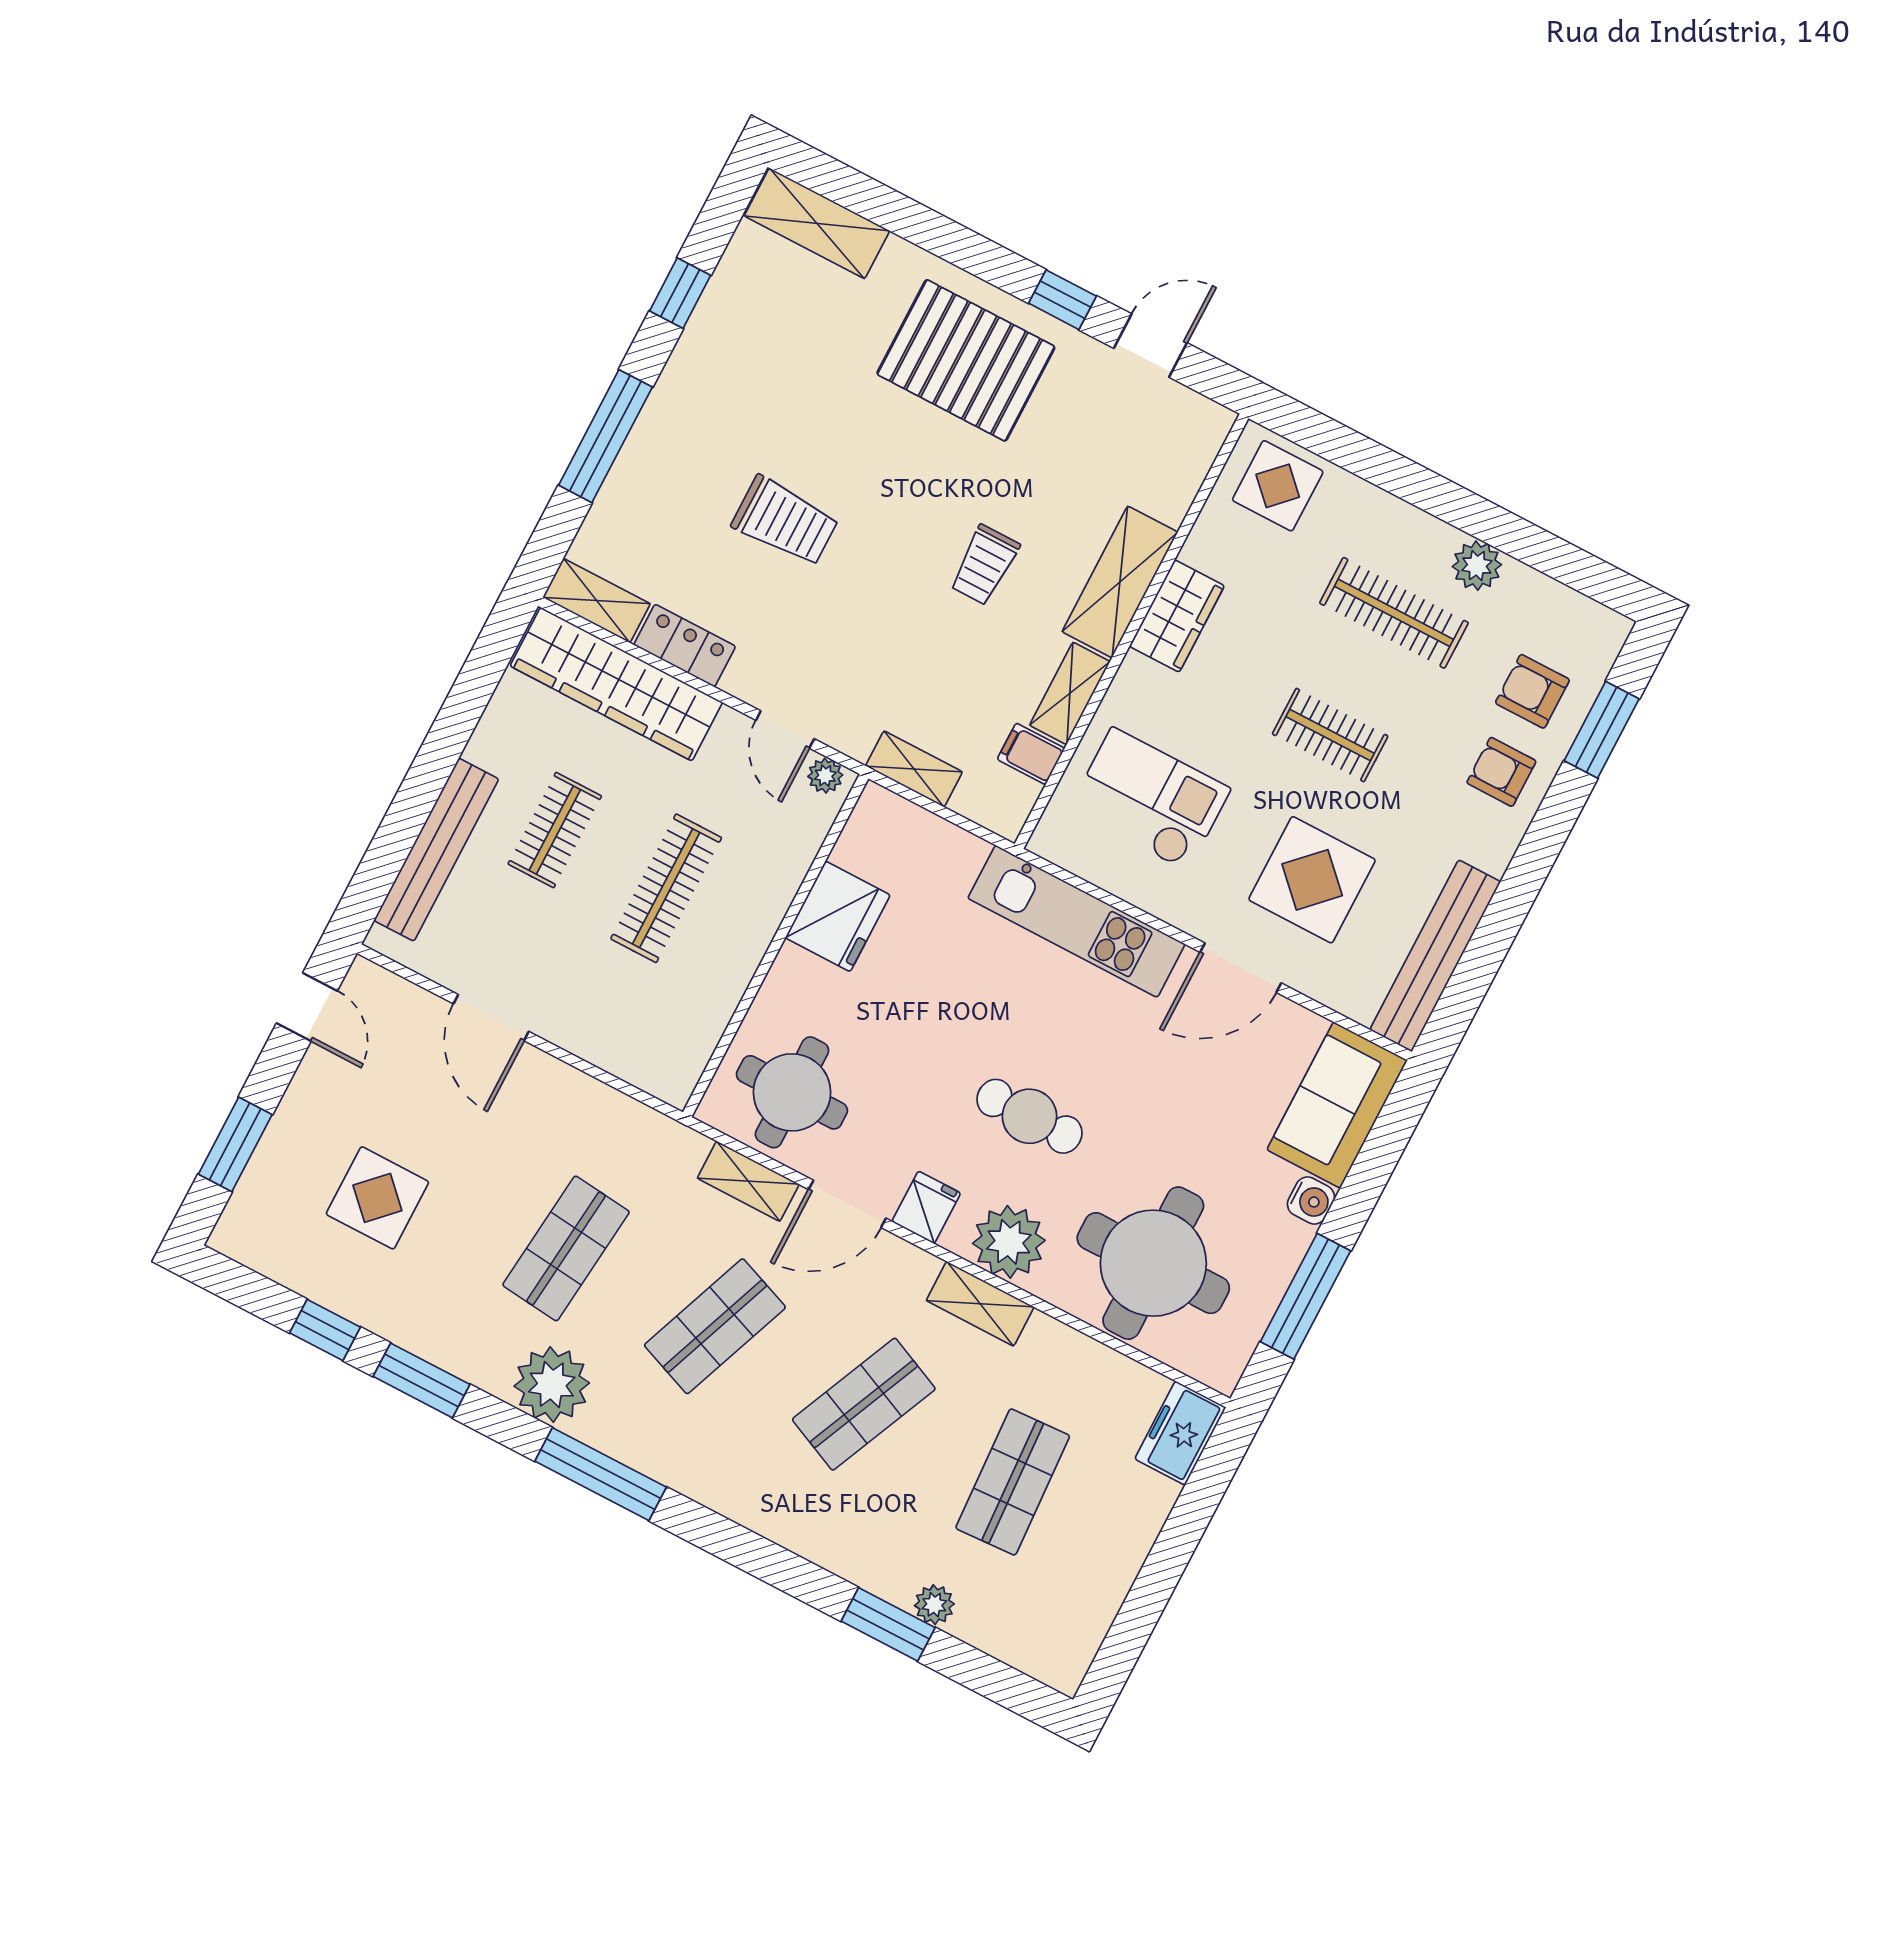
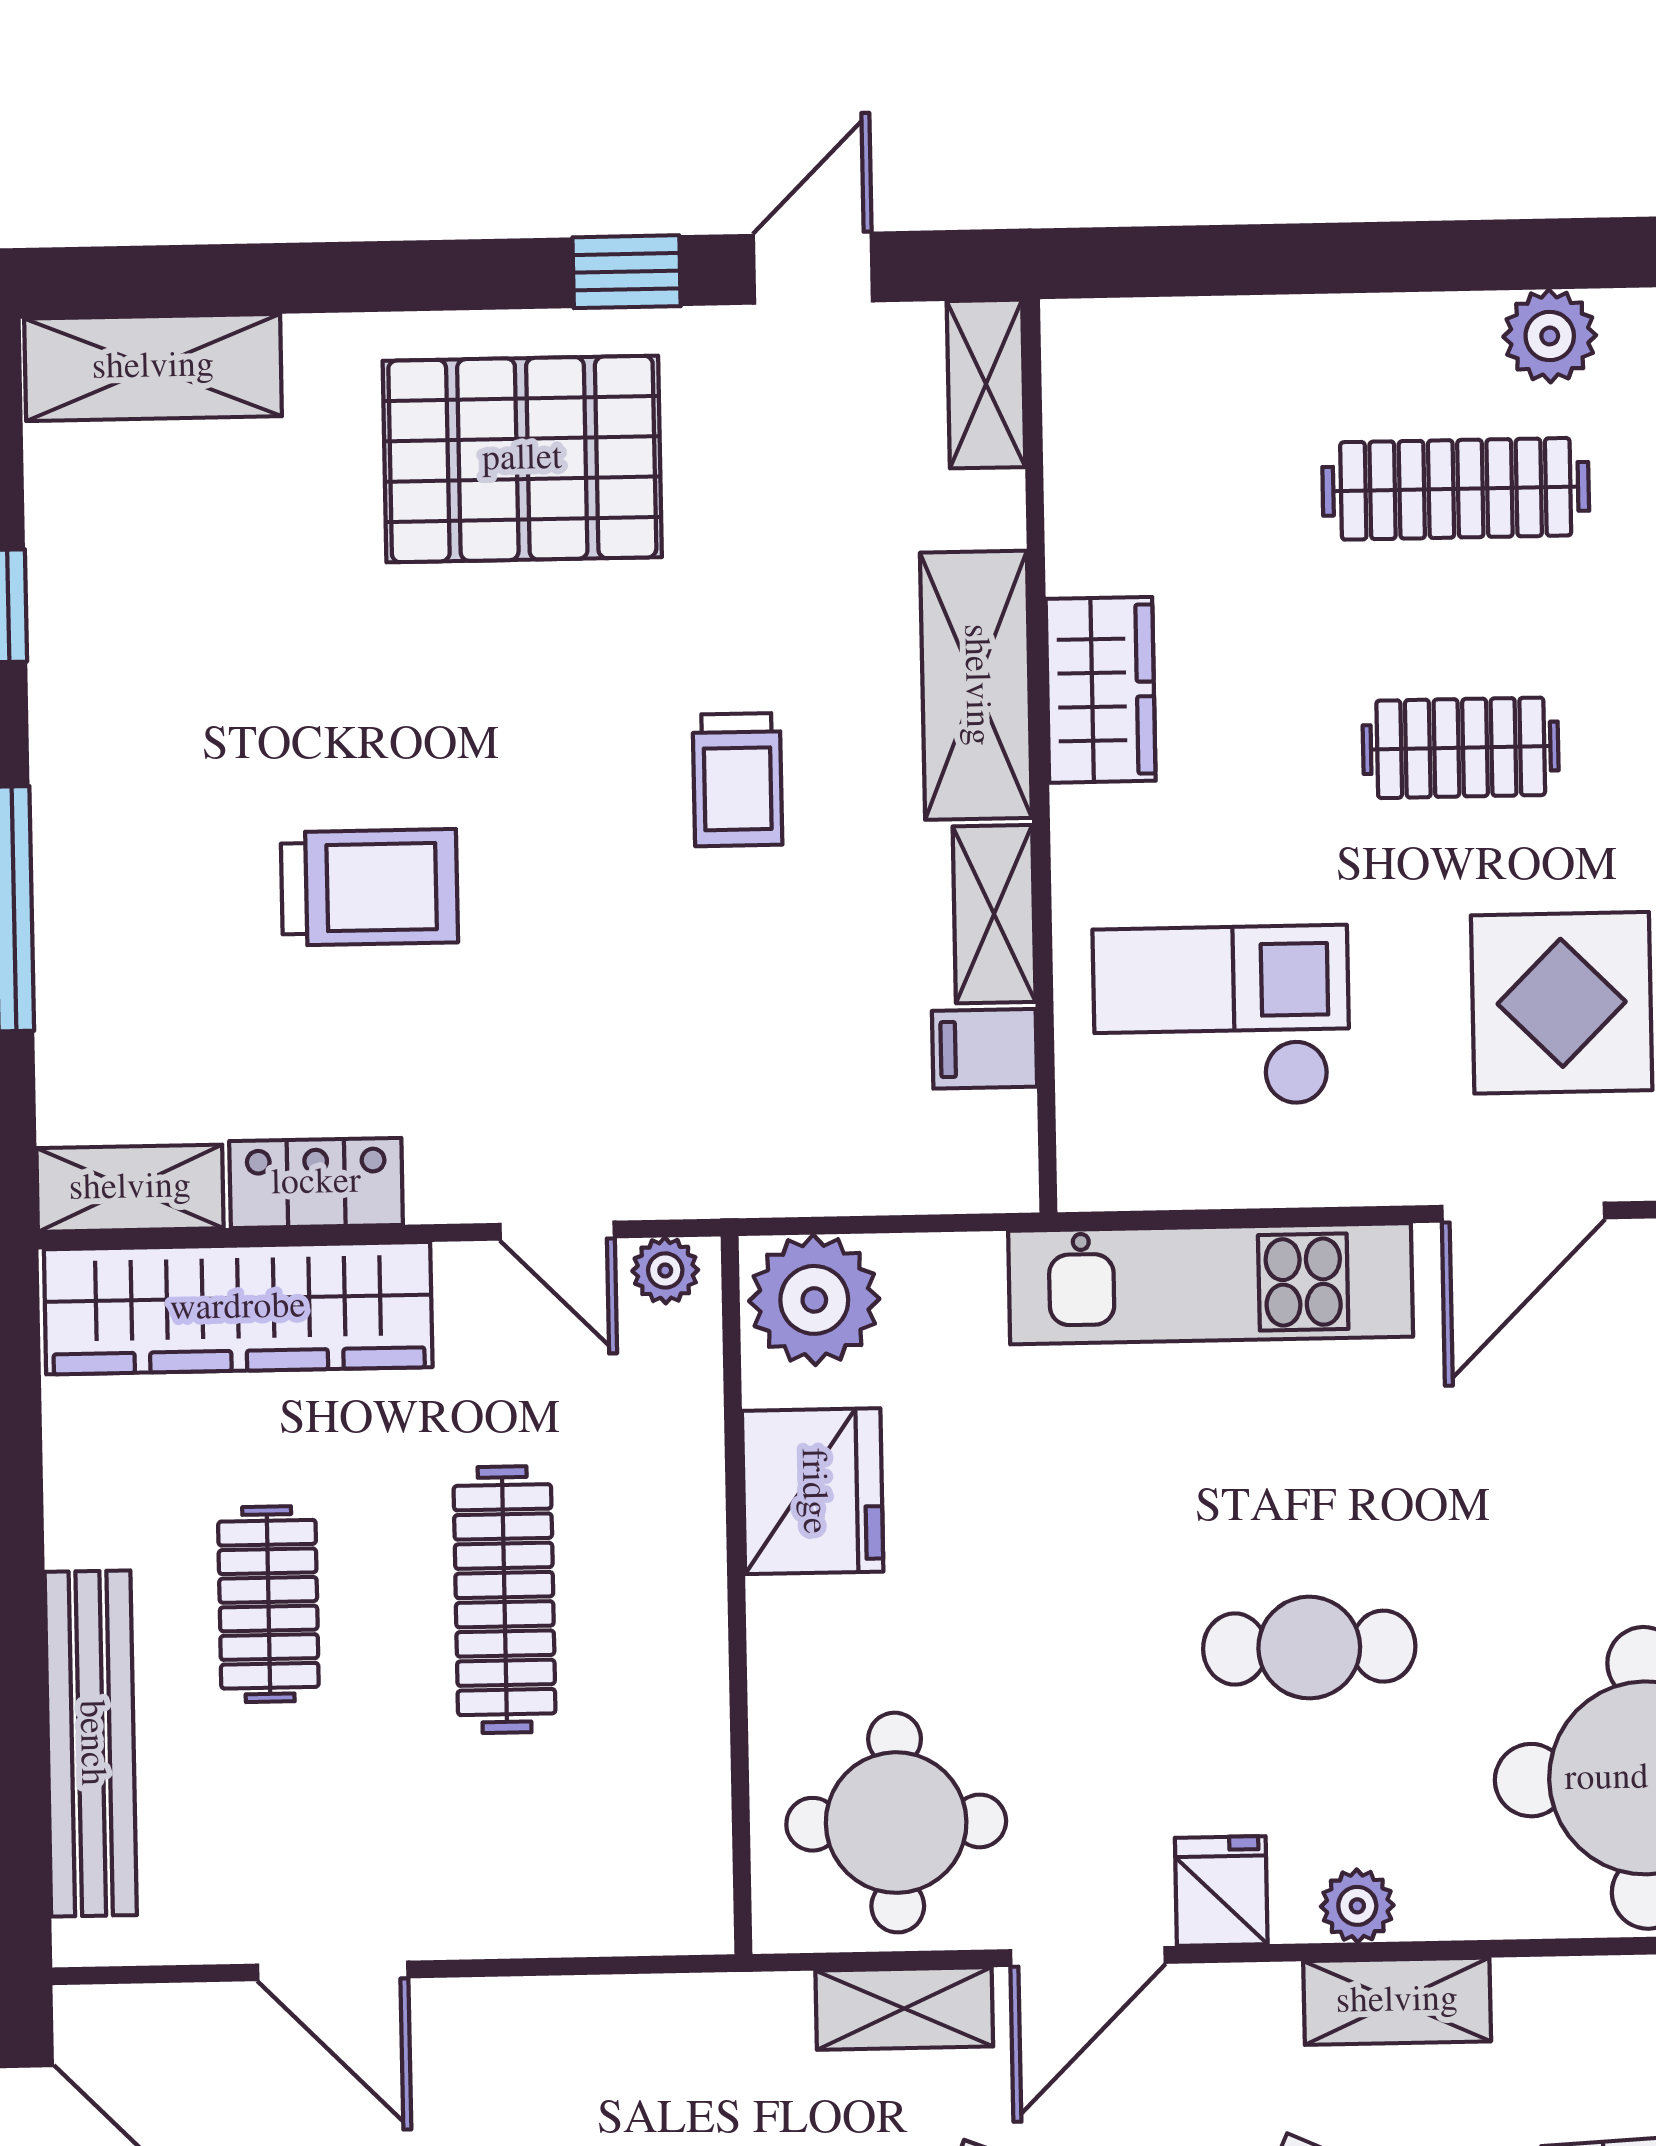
display table: (1278, 486) -> (1149, 384), removed
shelving: (914, 769) -> (986, 384), moved, turned 90
plant: (887, 828) -> (814, 1300), added
plant: (1009, 1242) -> (1357, 1906), width x0.53, depth x0.53

